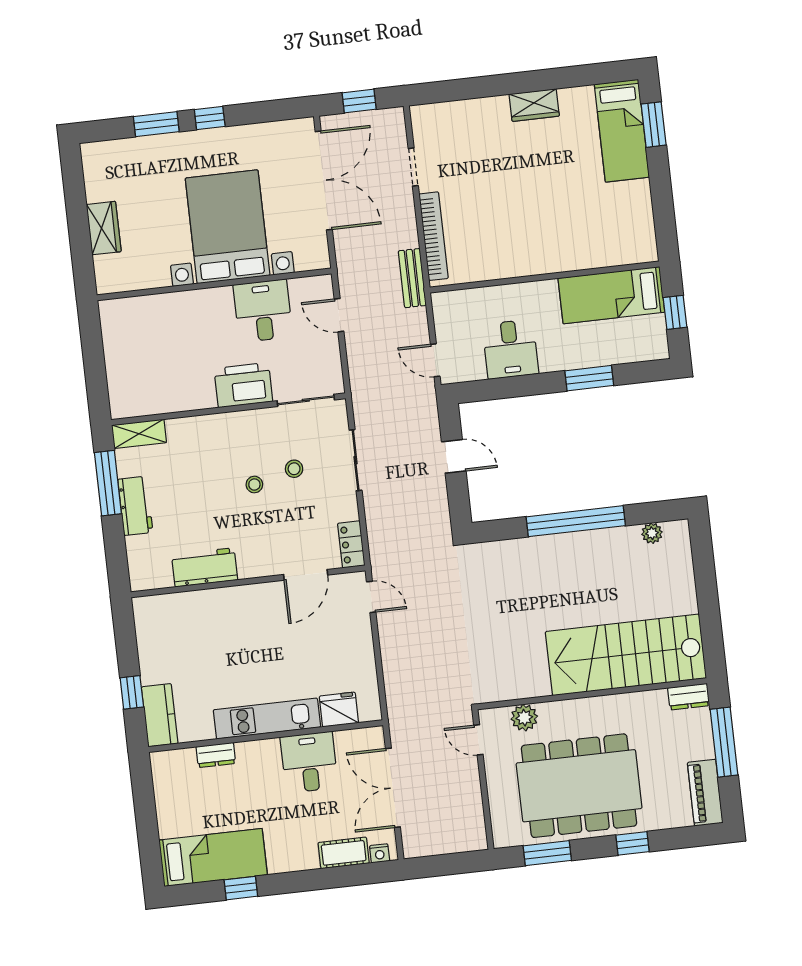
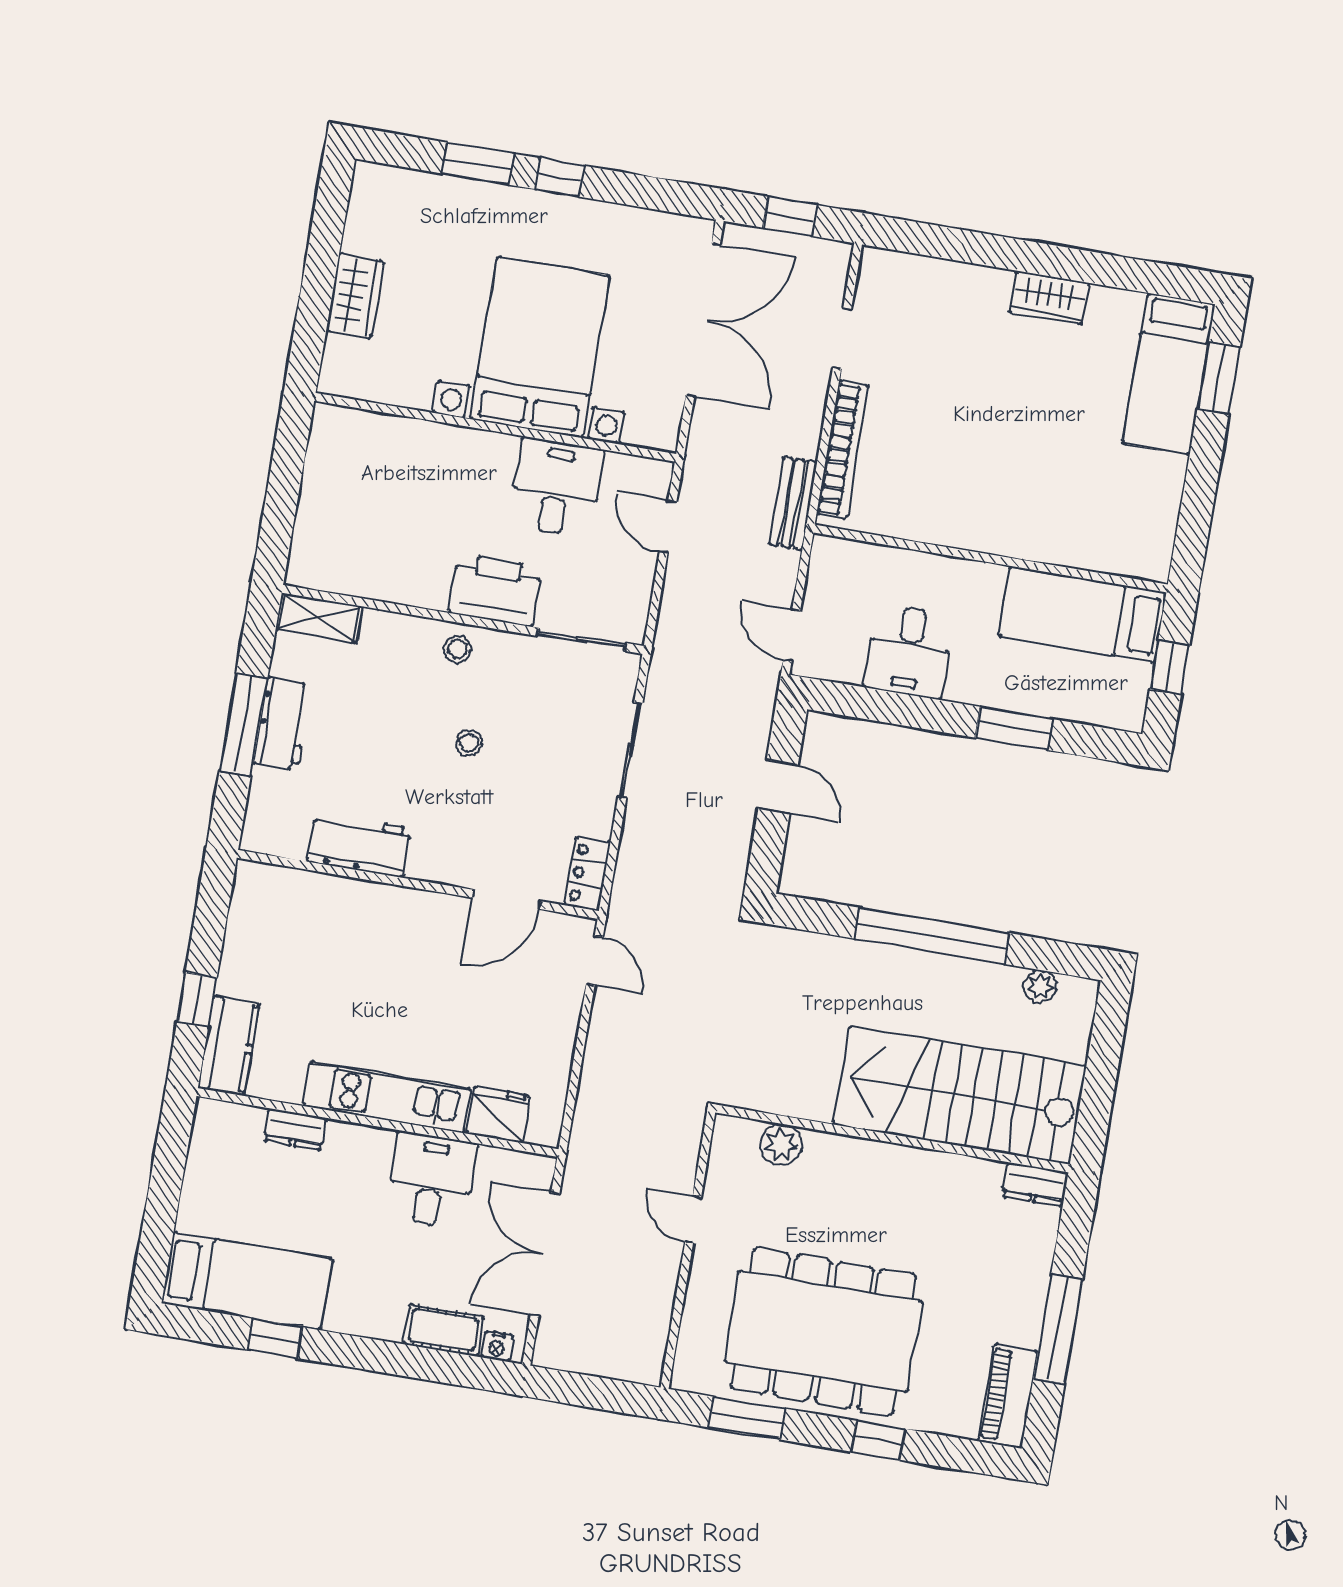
stool: (294, 469) -> (458, 649), moved
window: (108, 483) -> (243, 724), moved
stairs: (626, 655) -> (960, 1095), moved
wall: (592, 694) -> (892, 1139), moved
dresser: (689, 697) -> (1035, 1184), moved
plant: (524, 718) -> (781, 1145), moved

